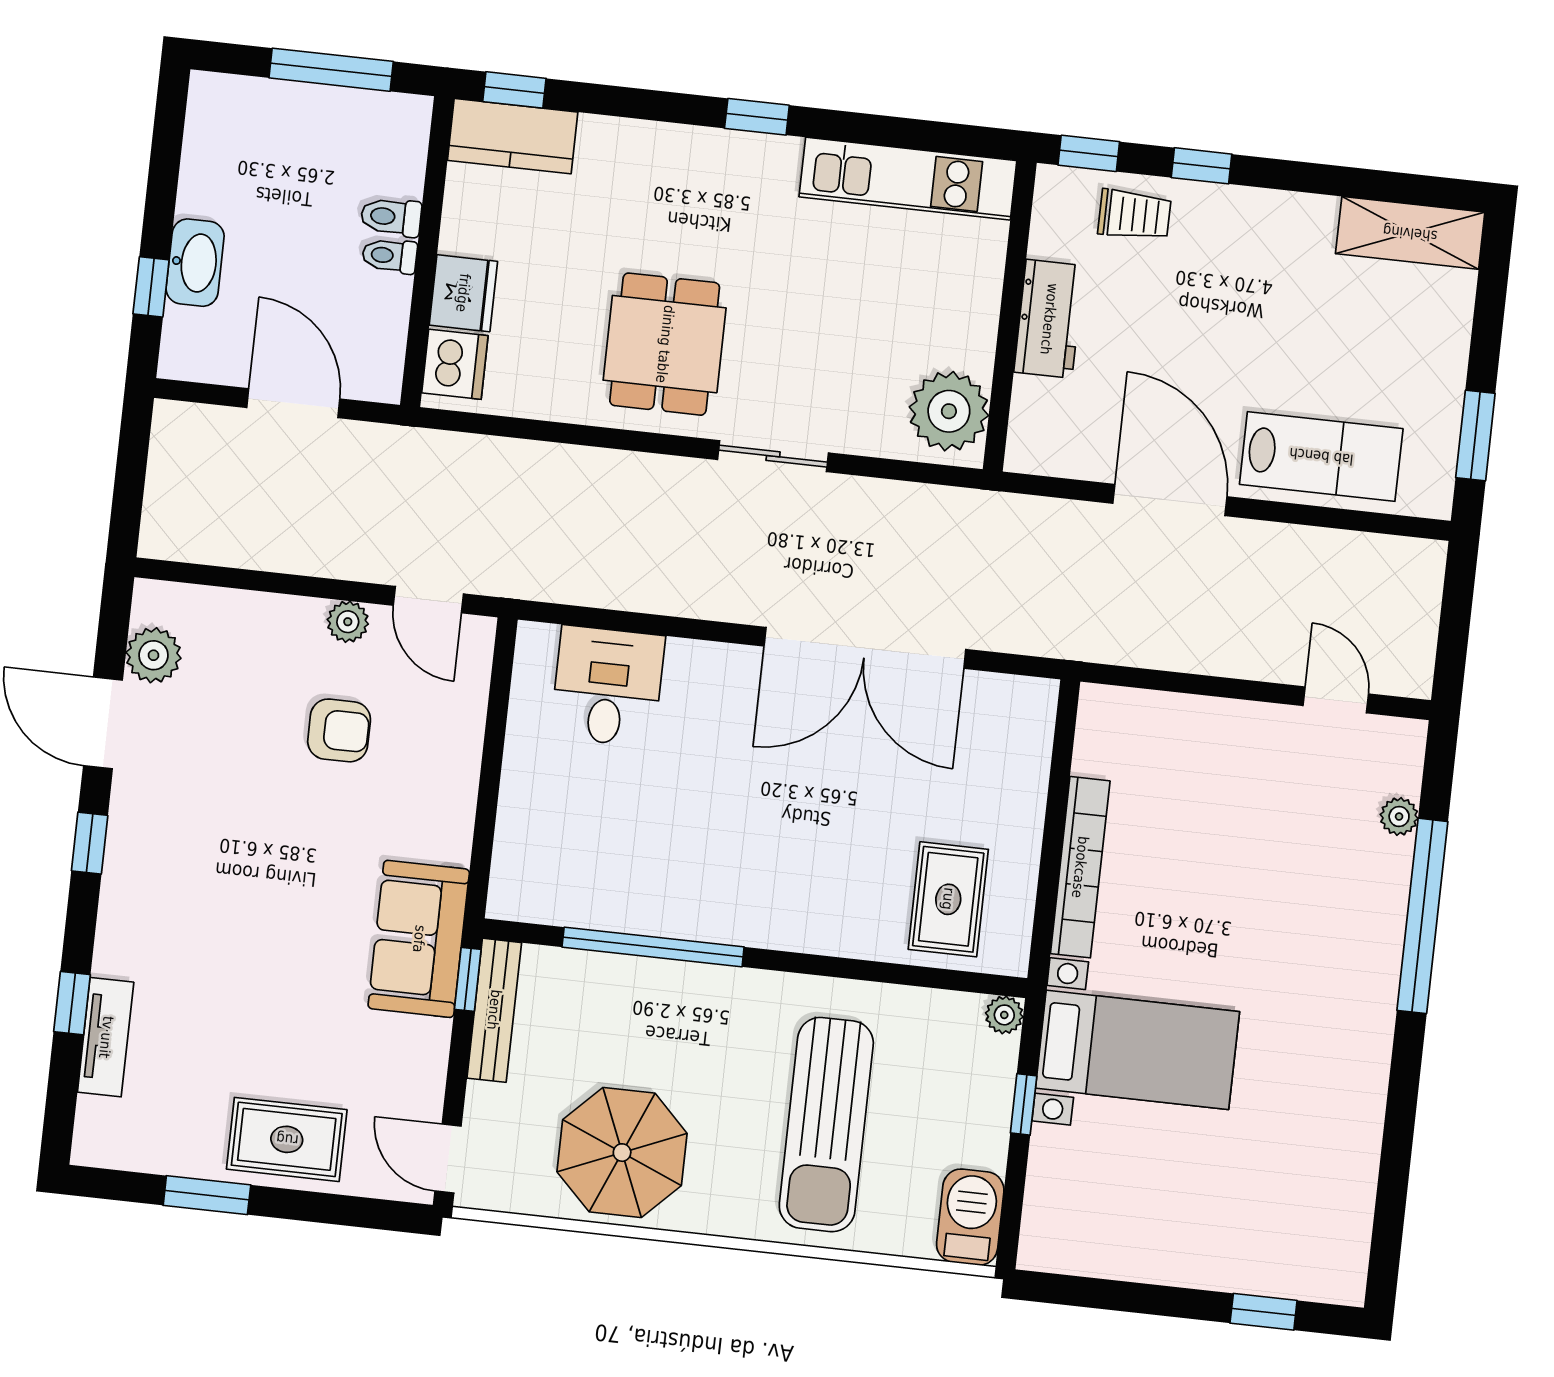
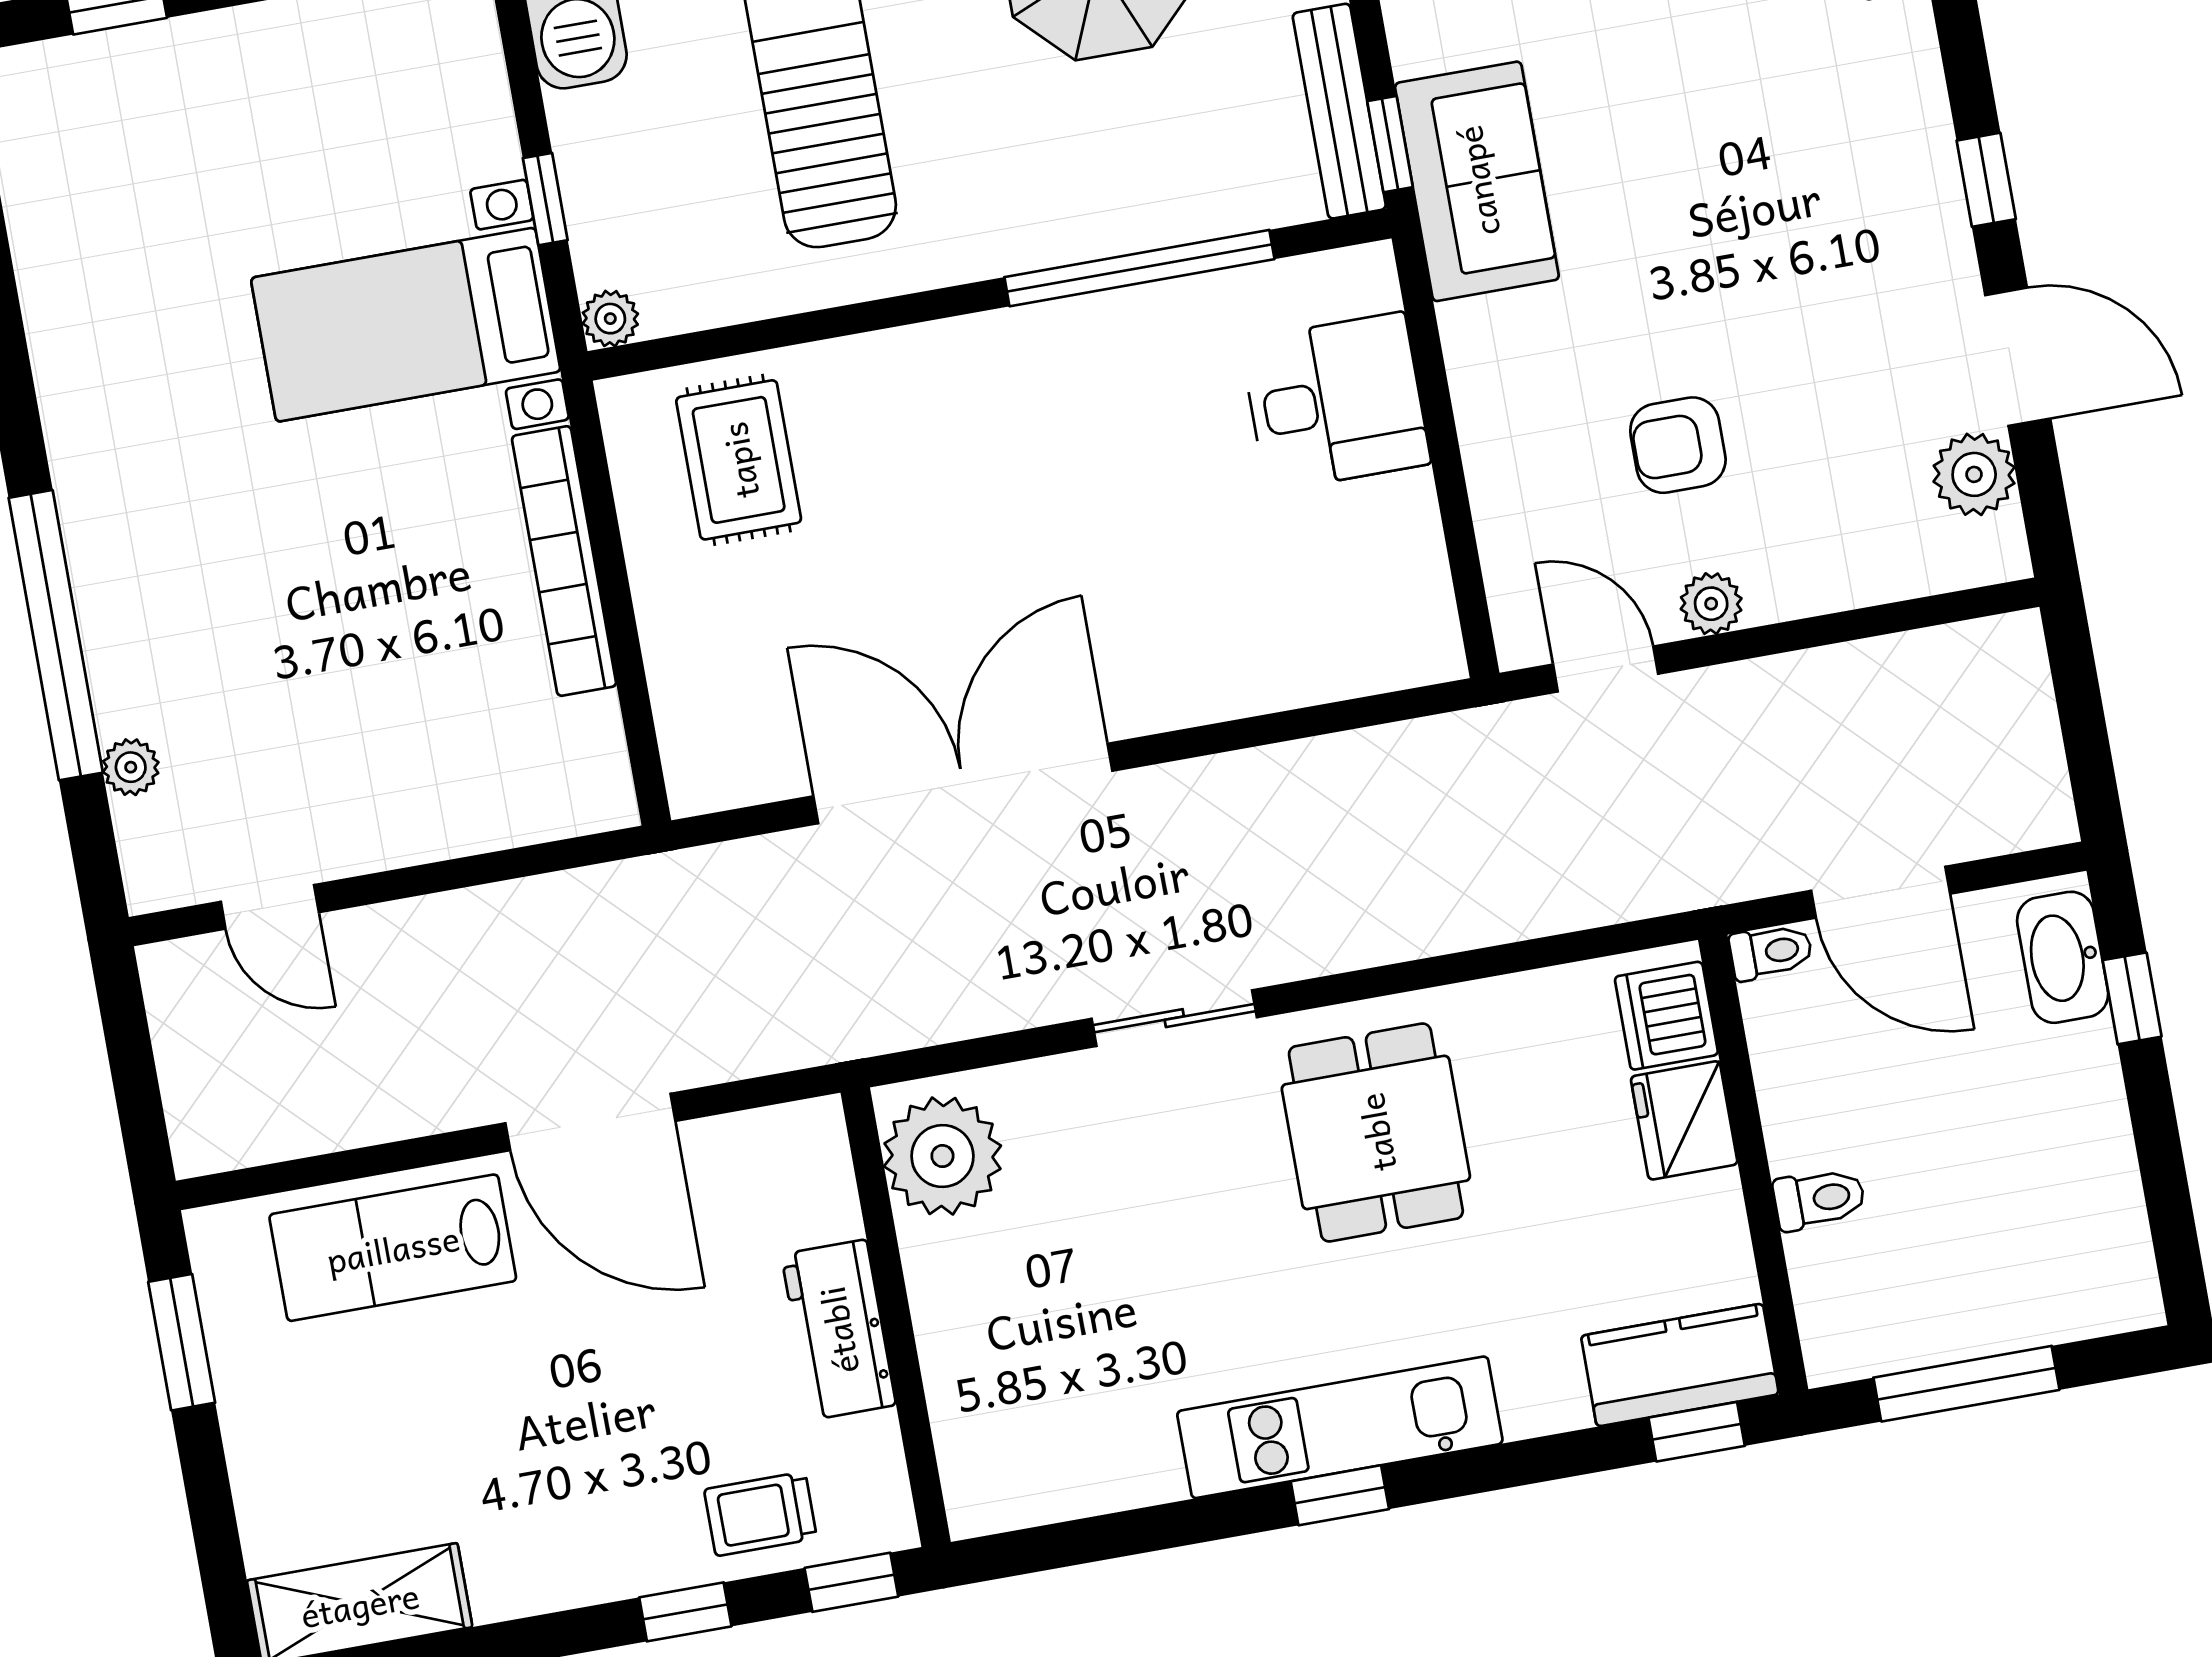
kitchen unit: (908, 179) -> (1340, 1427), moved
toilet: (390, 256) -> (1771, 952), moved
washbasin: (195, 263) -> (2063, 957), moved
desk: (608, 686) -> (1336, 402), moved, turned -90

